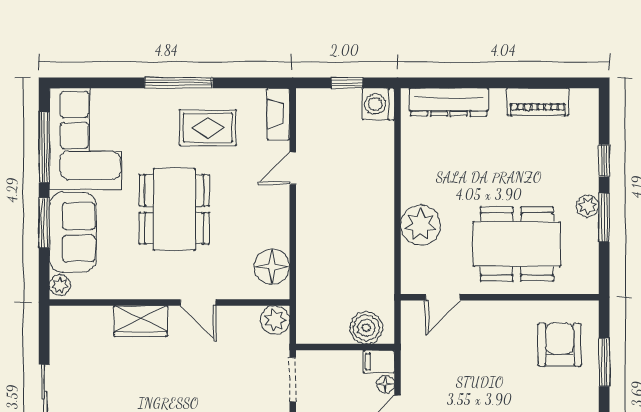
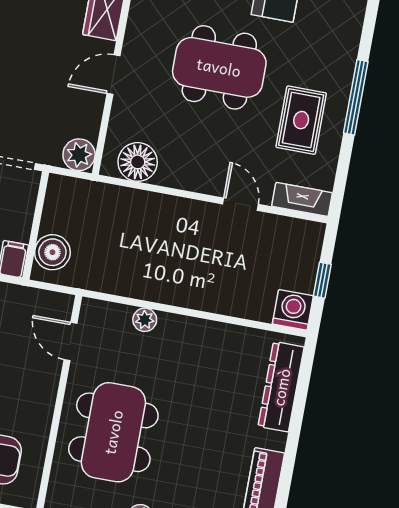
plant: (421, 225) -> (145, 320), width x0.53, depth x0.53

